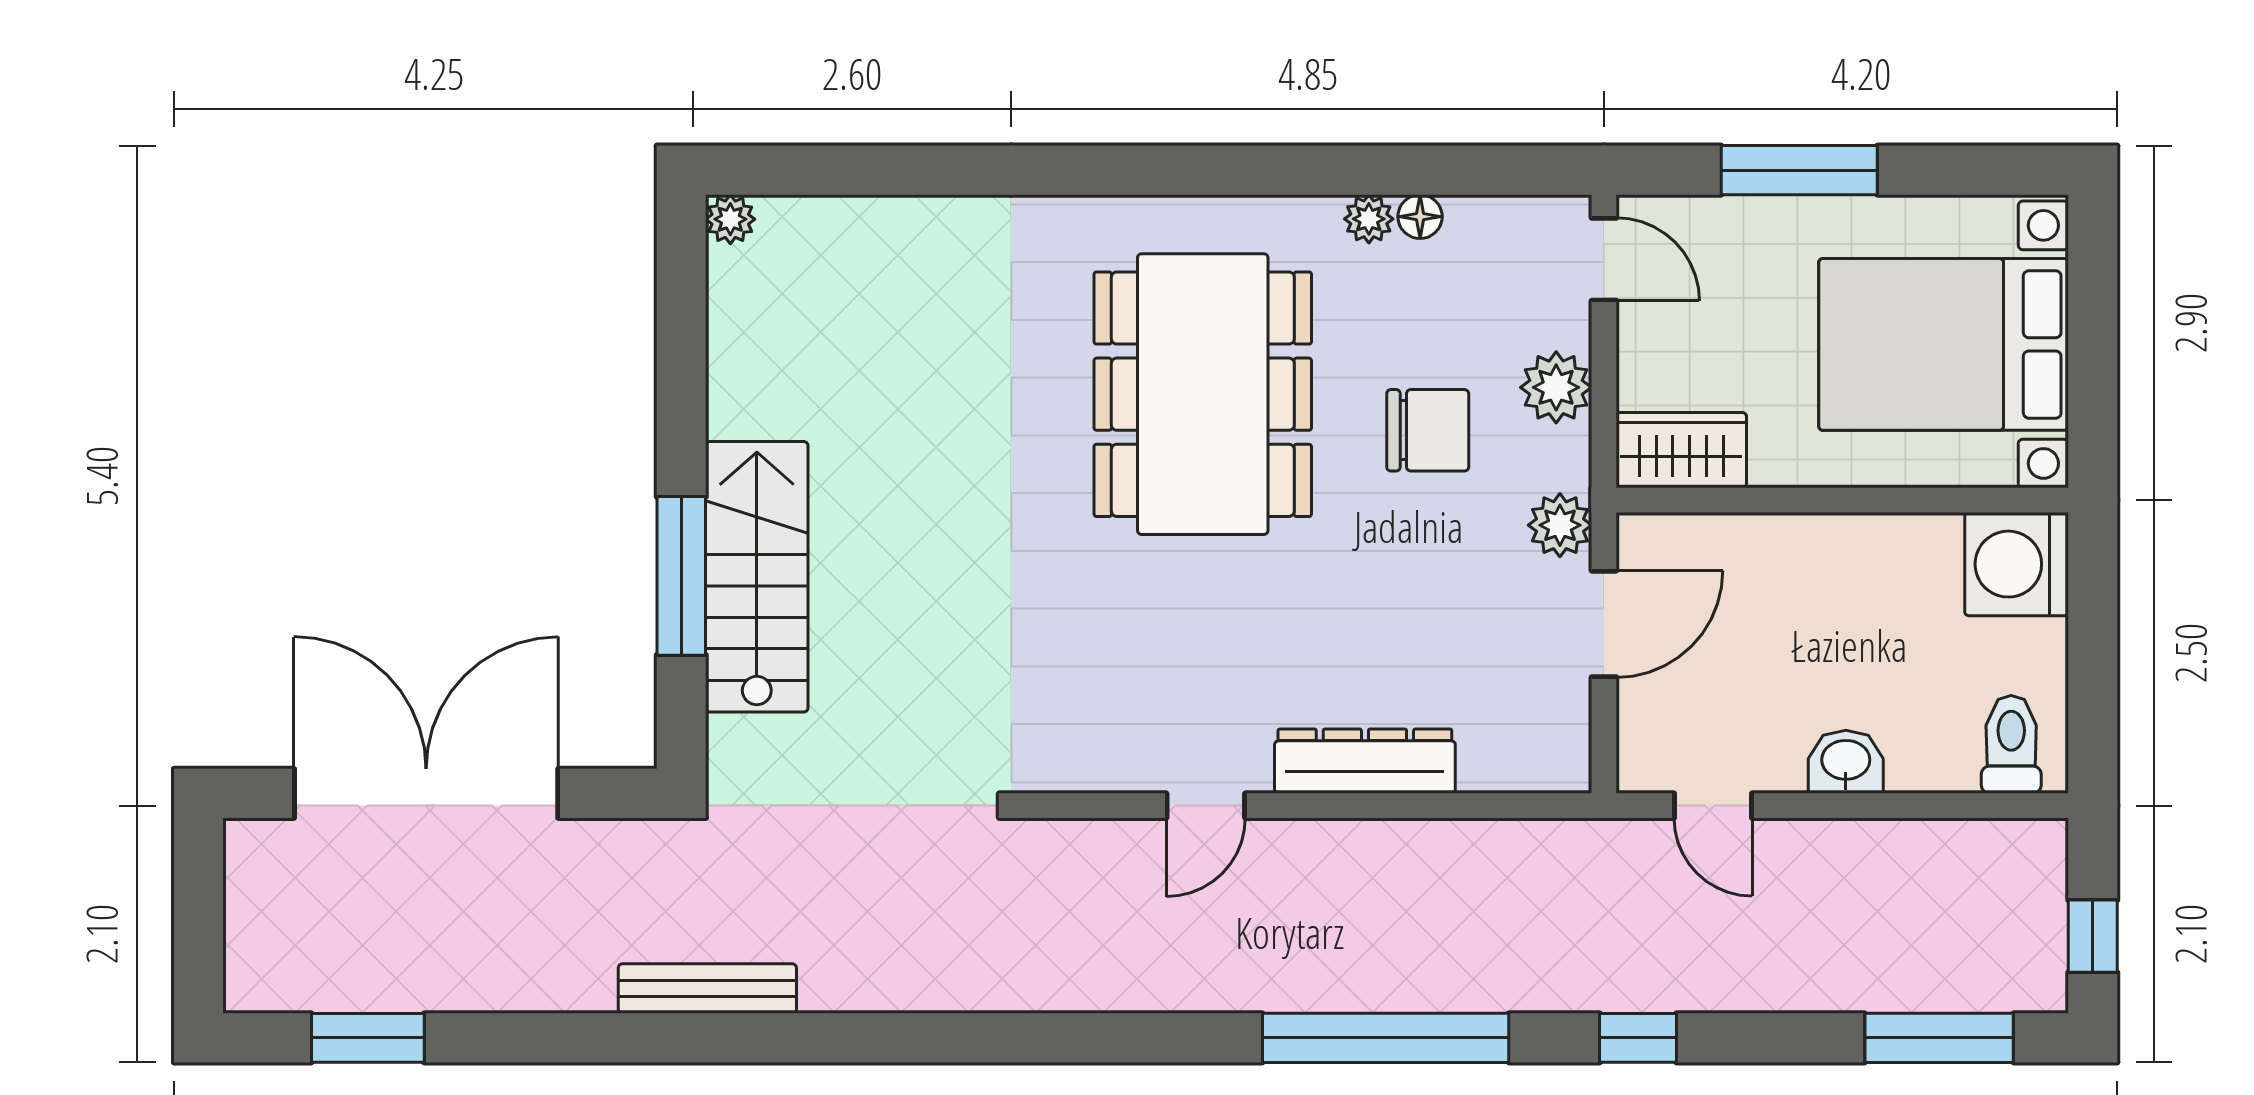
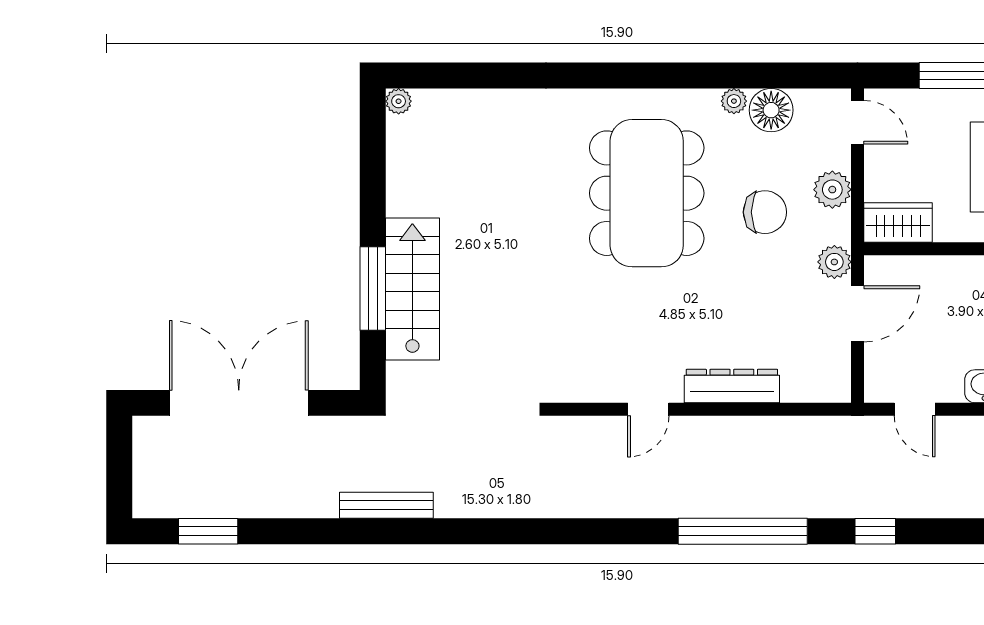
floor lamp: (1420, 217) -> (771, 110), width x1.89, depth x1.89

